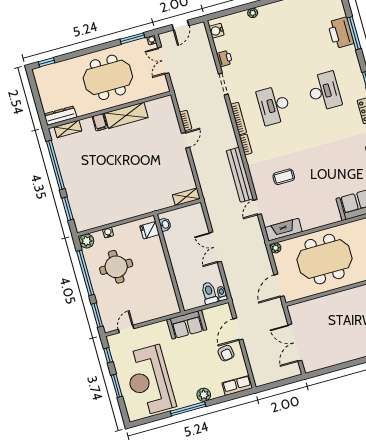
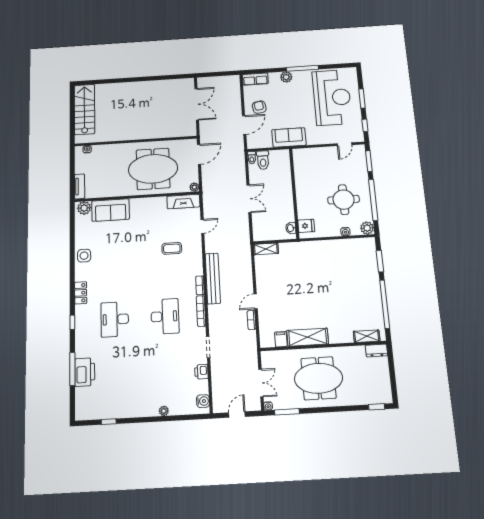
dresser: (60, 116) -> (376, 350), width x0.70
filing cabinet: (100, 122) -> (281, 339), moved
bench: (240, 175) -> (213, 278), moved

